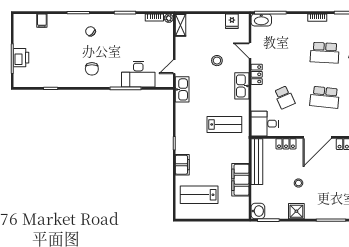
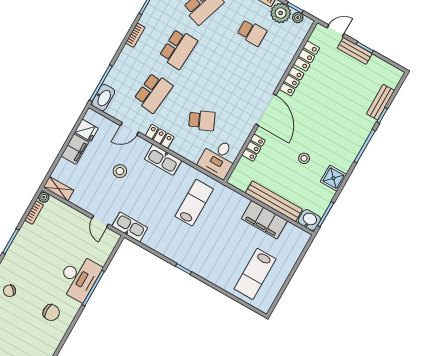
desk: (138, 74) -> (79, 277), moved
school desk: (325, 97) -> (153, 93), moved
bench: (257, 162) -> (274, 201), moved
filing cabinet: (182, 165) -> (75, 149), moved, turned 90

